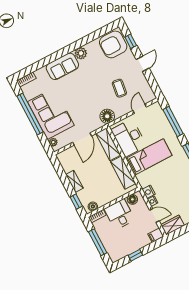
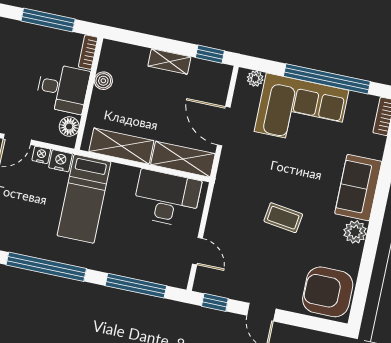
window: (131, 41) -> (215, 302), moved
armchair: (113, 44) -> (328, 292), turned -90
coffee table: (119, 88) -> (283, 218), moved
floor lamp: (107, 116) -> (227, 193), removed
bed: (149, 157) -> (84, 199), moved
window: (76, 202) -> (210, 54), moved
boiler: (93, 206) -> (103, 81), moved

